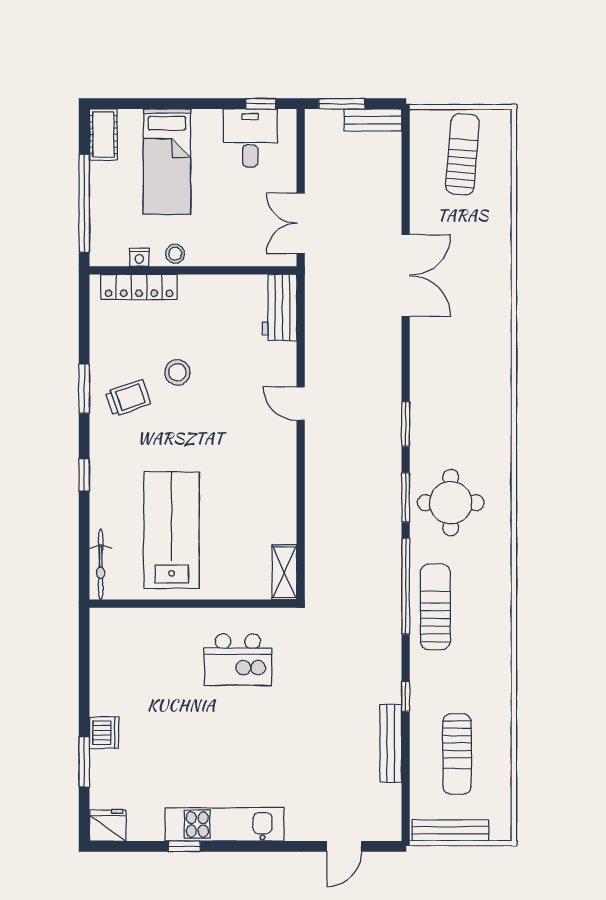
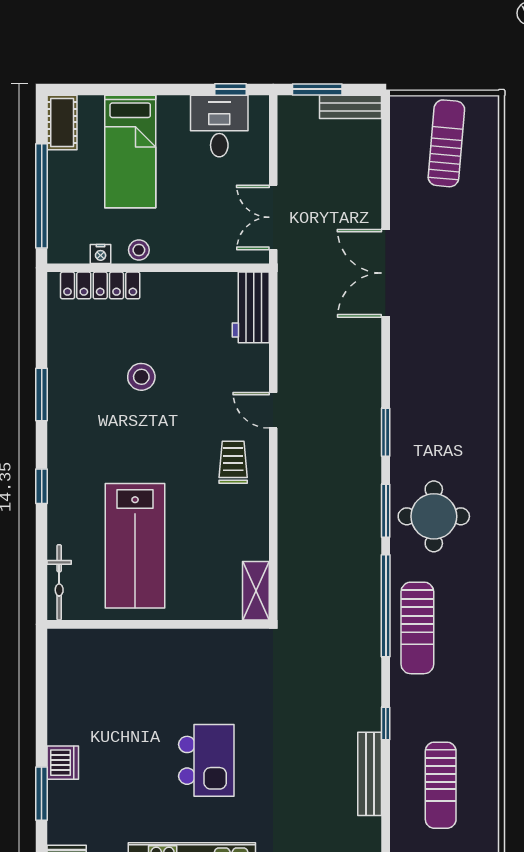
double door: (406, 275) -> (386, 273), swing flipped
trolley: (128, 398) -> (233, 462), moved, turned -71
lab bench: (172, 530) -> (135, 546), turned 180
sun lounger: (435, 607) -> (417, 628), turned 180
kitchen island: (238, 659) -> (206, 760), moved, turned -90

